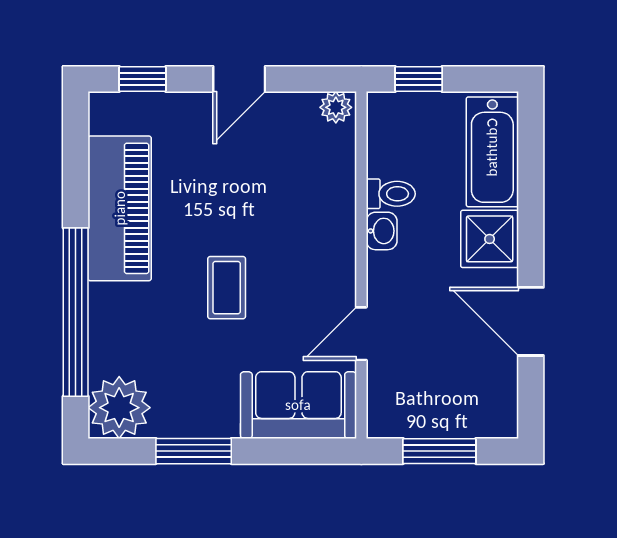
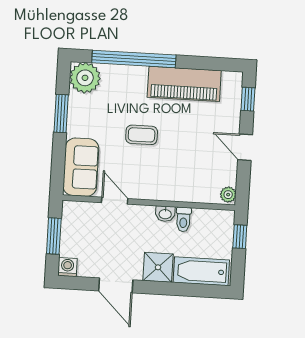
door: (531, 321) -> (116, 285), swing flipped
washing machine: (500, 420) -> (67, 267), added

